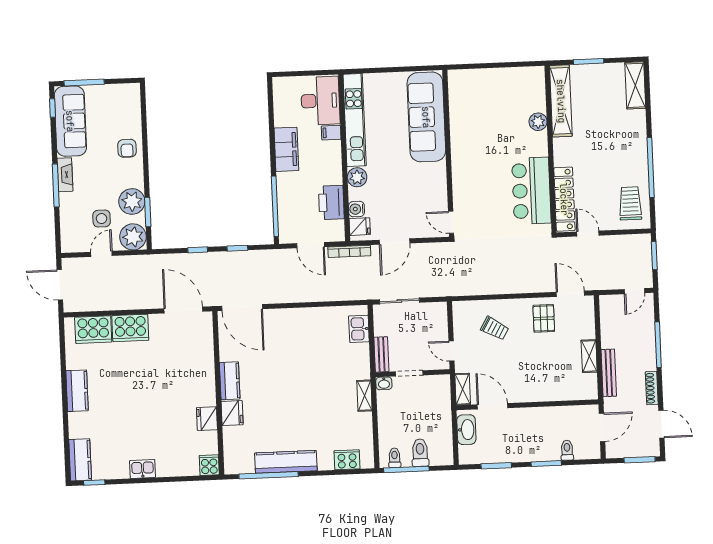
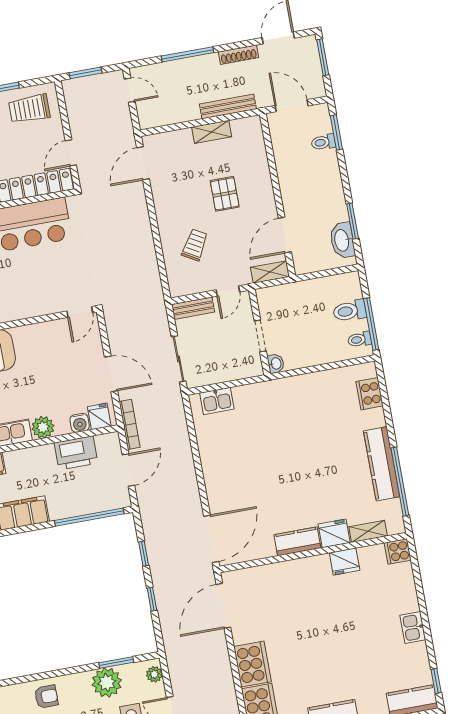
plant: (133, 237) -> (154, 674), width x0.53, depth x0.53
pallet: (544, 318) -> (225, 194), moved, turned 90
bench: (381, 354) -> (193, 308), moved
shelving: (364, 396) -> (368, 531), moved
washbasin: (466, 430) -> (342, 240), moved, turned -90
window: (546, 464) -> (336, 132), moved

